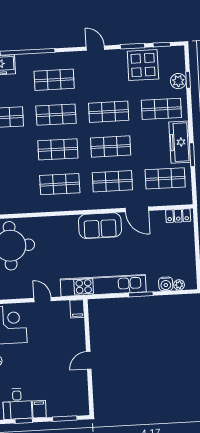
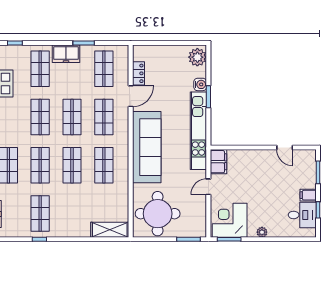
plant: (178, 81) -> (16, 52), removed
freezer: (180, 142) -> (66, 54), width x0.71
locker: (178, 216) -> (138, 73), moved
sofa: (100, 226) -> (147, 147), width x1.85, depth x1.27
water cooler: (166, 284) -> (200, 84), moved
plant: (179, 285) -> (197, 57), width x1.87, depth x1.87
filing cabinet: (77, 309) -> (218, 162), width x2.00
door: (89, 360) -> (285, 148), moved

